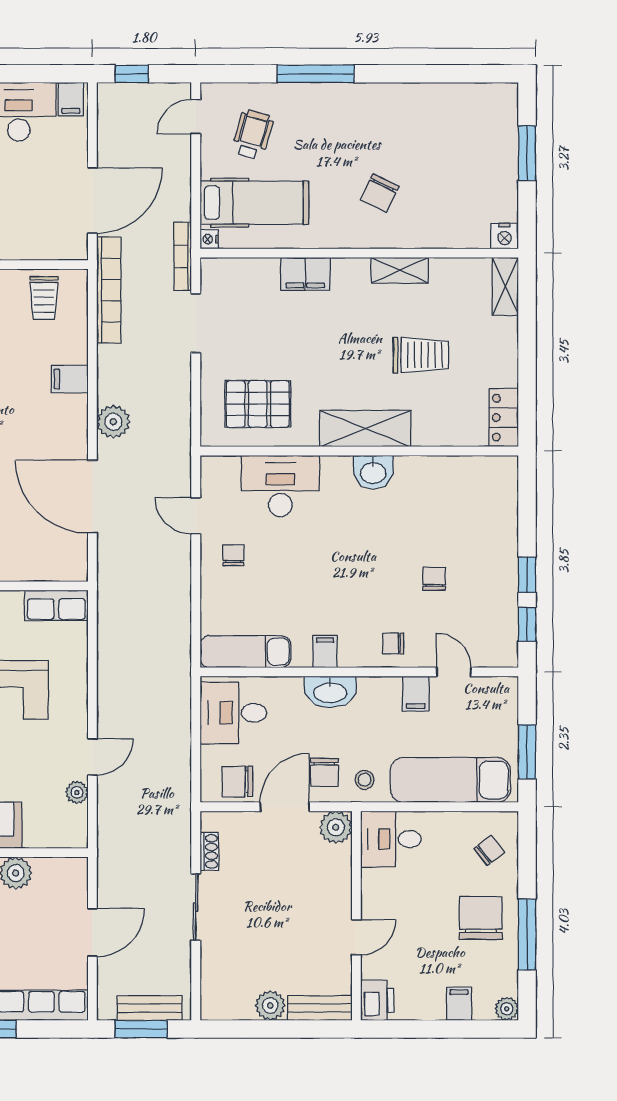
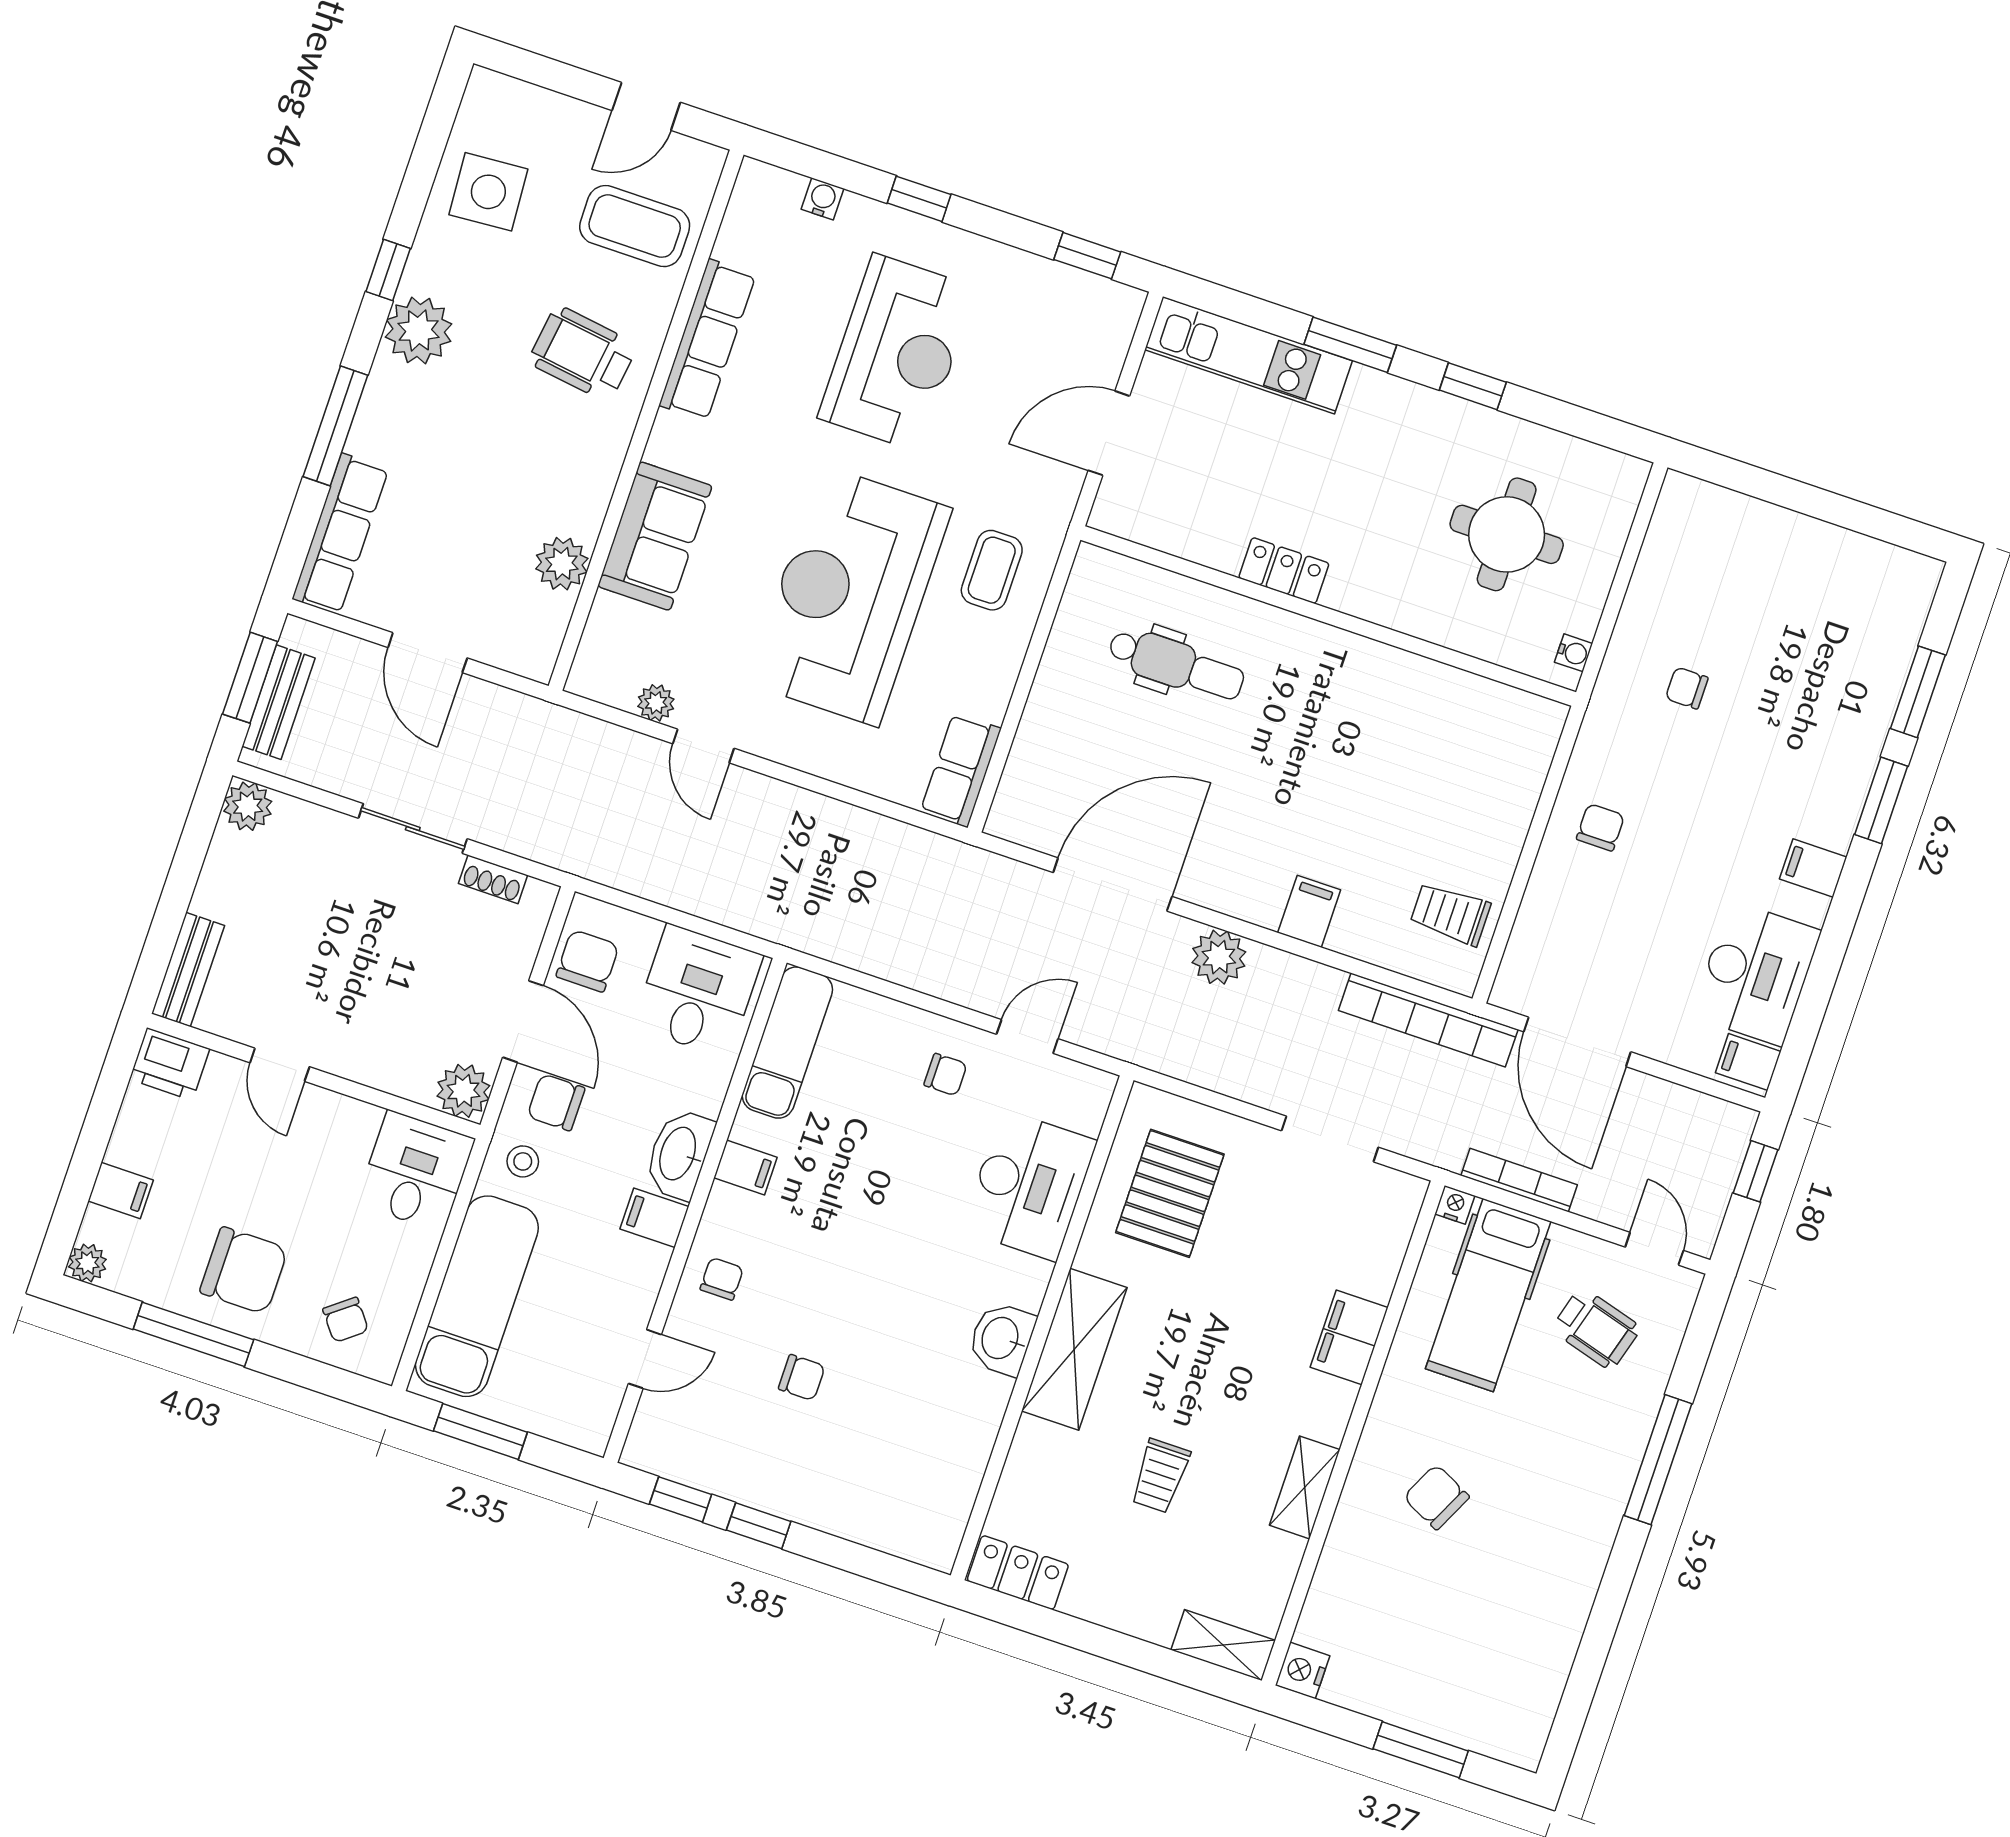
bookcase: (183, 256) -> (1519, 1180), moved
trolley: (421, 355) -> (1160, 1476), width x0.73, depth x0.72
filing cabinet: (416, 694) -> (654, 1218), moved
plant: (270, 1006) -> (248, 806), moved

